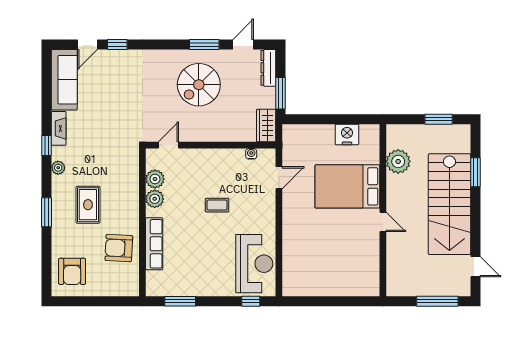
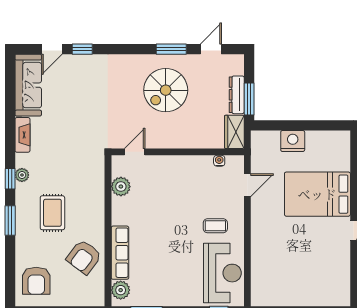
dresser: (268, 68) -> (237, 95), moved
nightstand: (347, 134) -> (293, 141), moved
window: (46, 146) -> (10, 179), moved
plant: (155, 199) -> (121, 290), moved
coffee table: (217, 205) -> (215, 226), moved
armchair: (119, 248) -> (84, 257), turned -56

